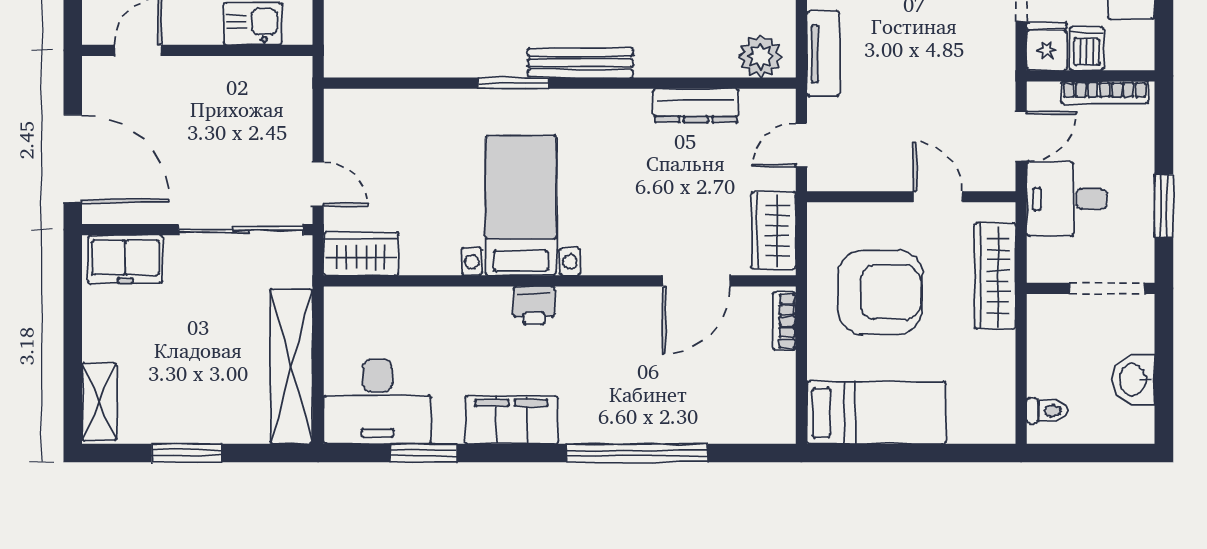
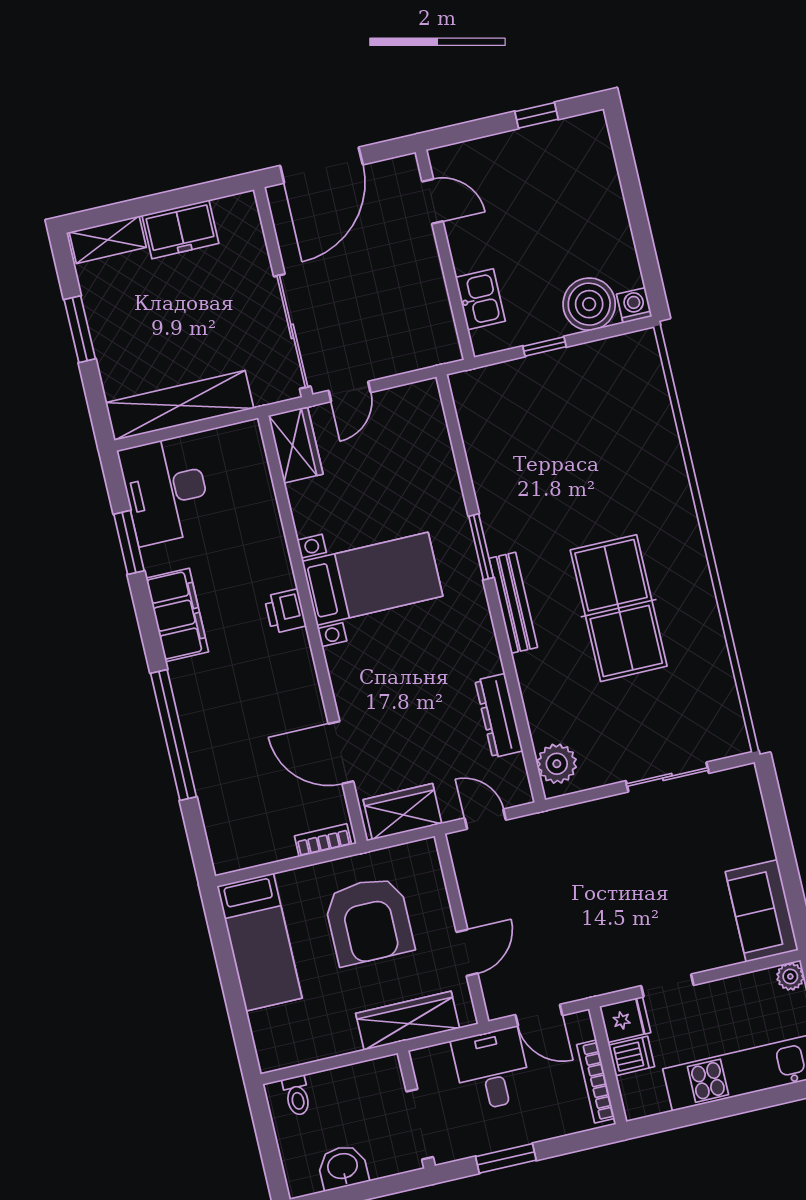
tv unit: (823, 54) -> (572, 820), removed
freezer: (125, 259) -> (180, 229), moved, turned -90

